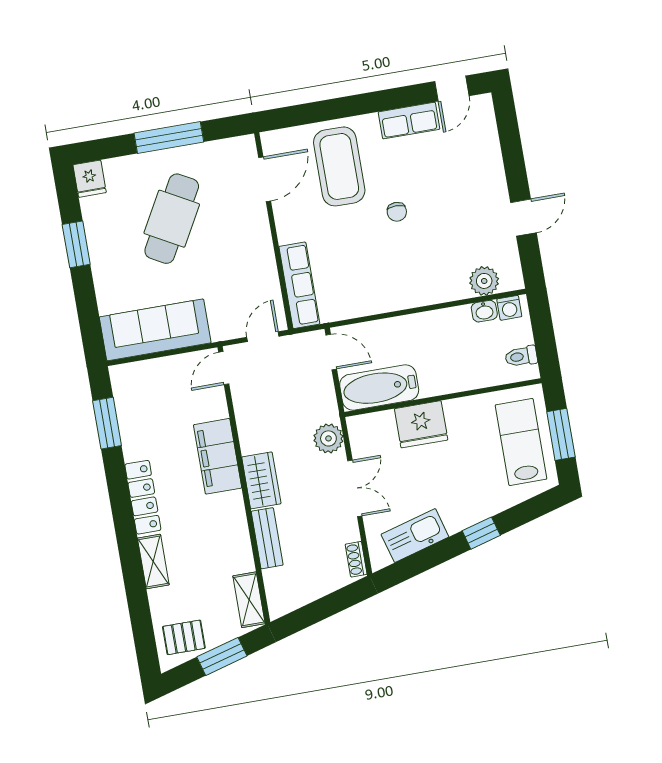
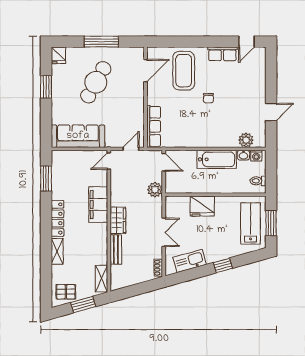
bathtub: (379, 387) -> (217, 159), moved, turned 180
plant: (328, 438) -> (155, 190), moved

